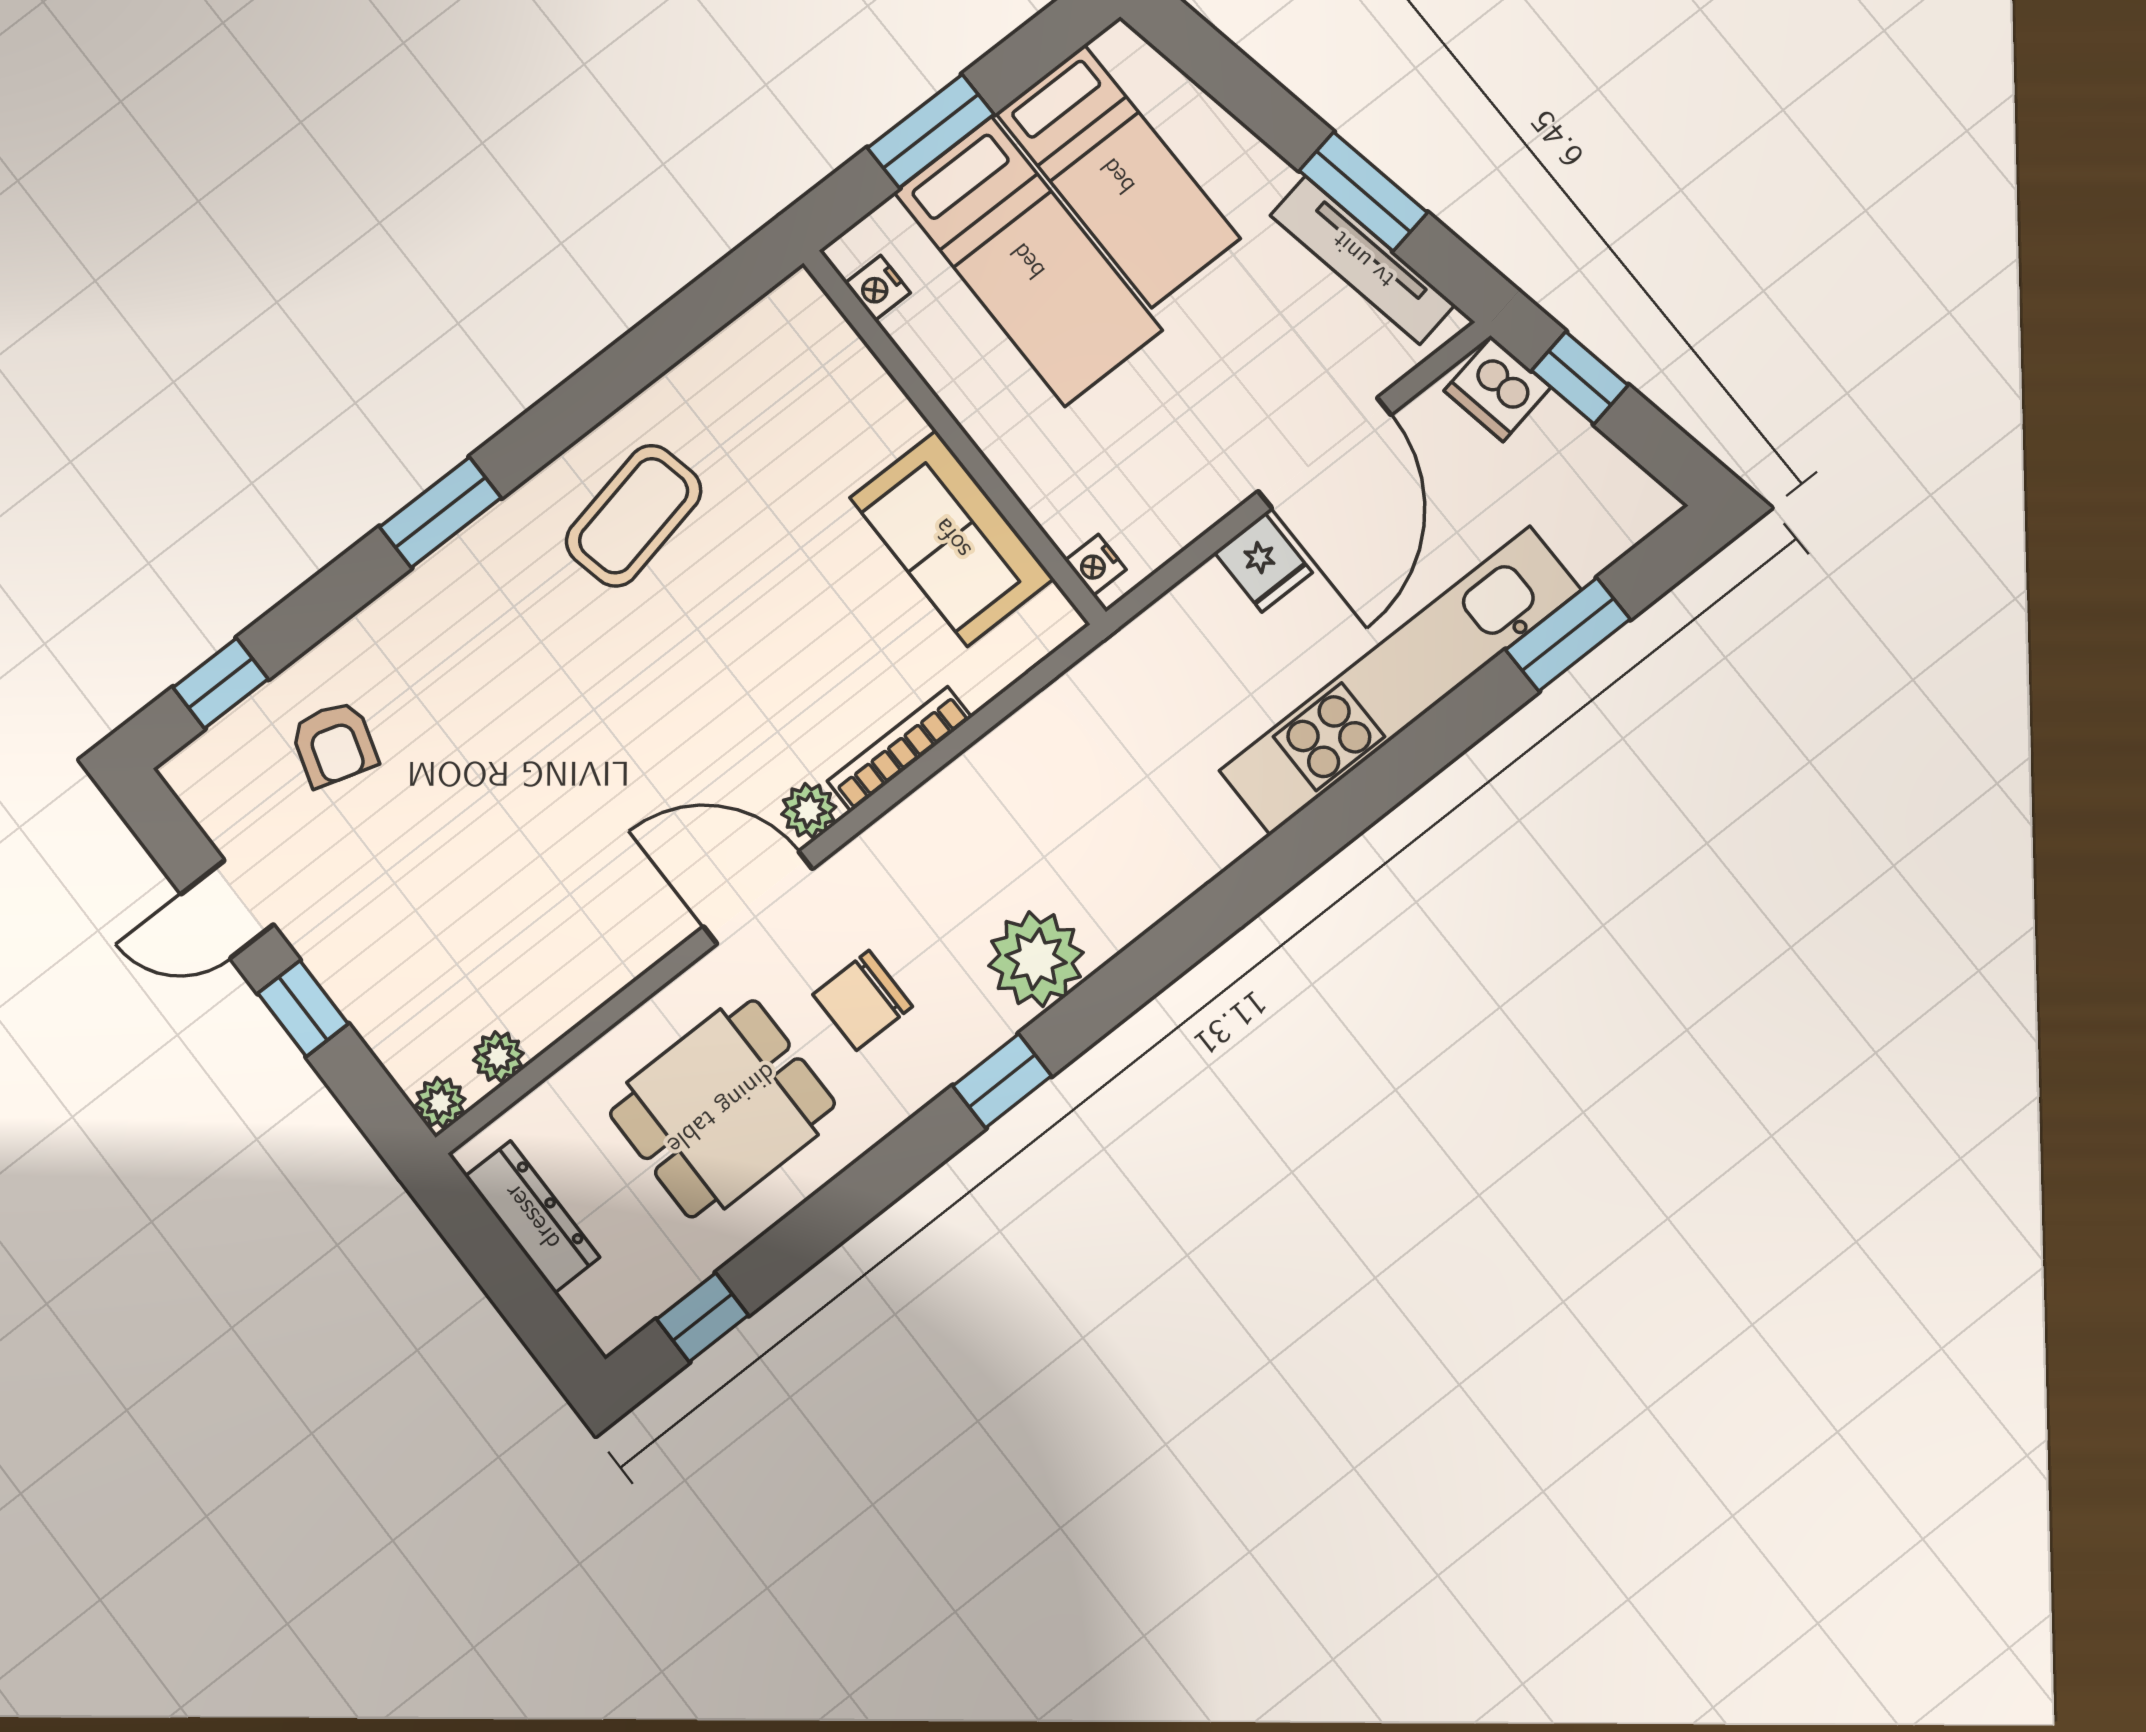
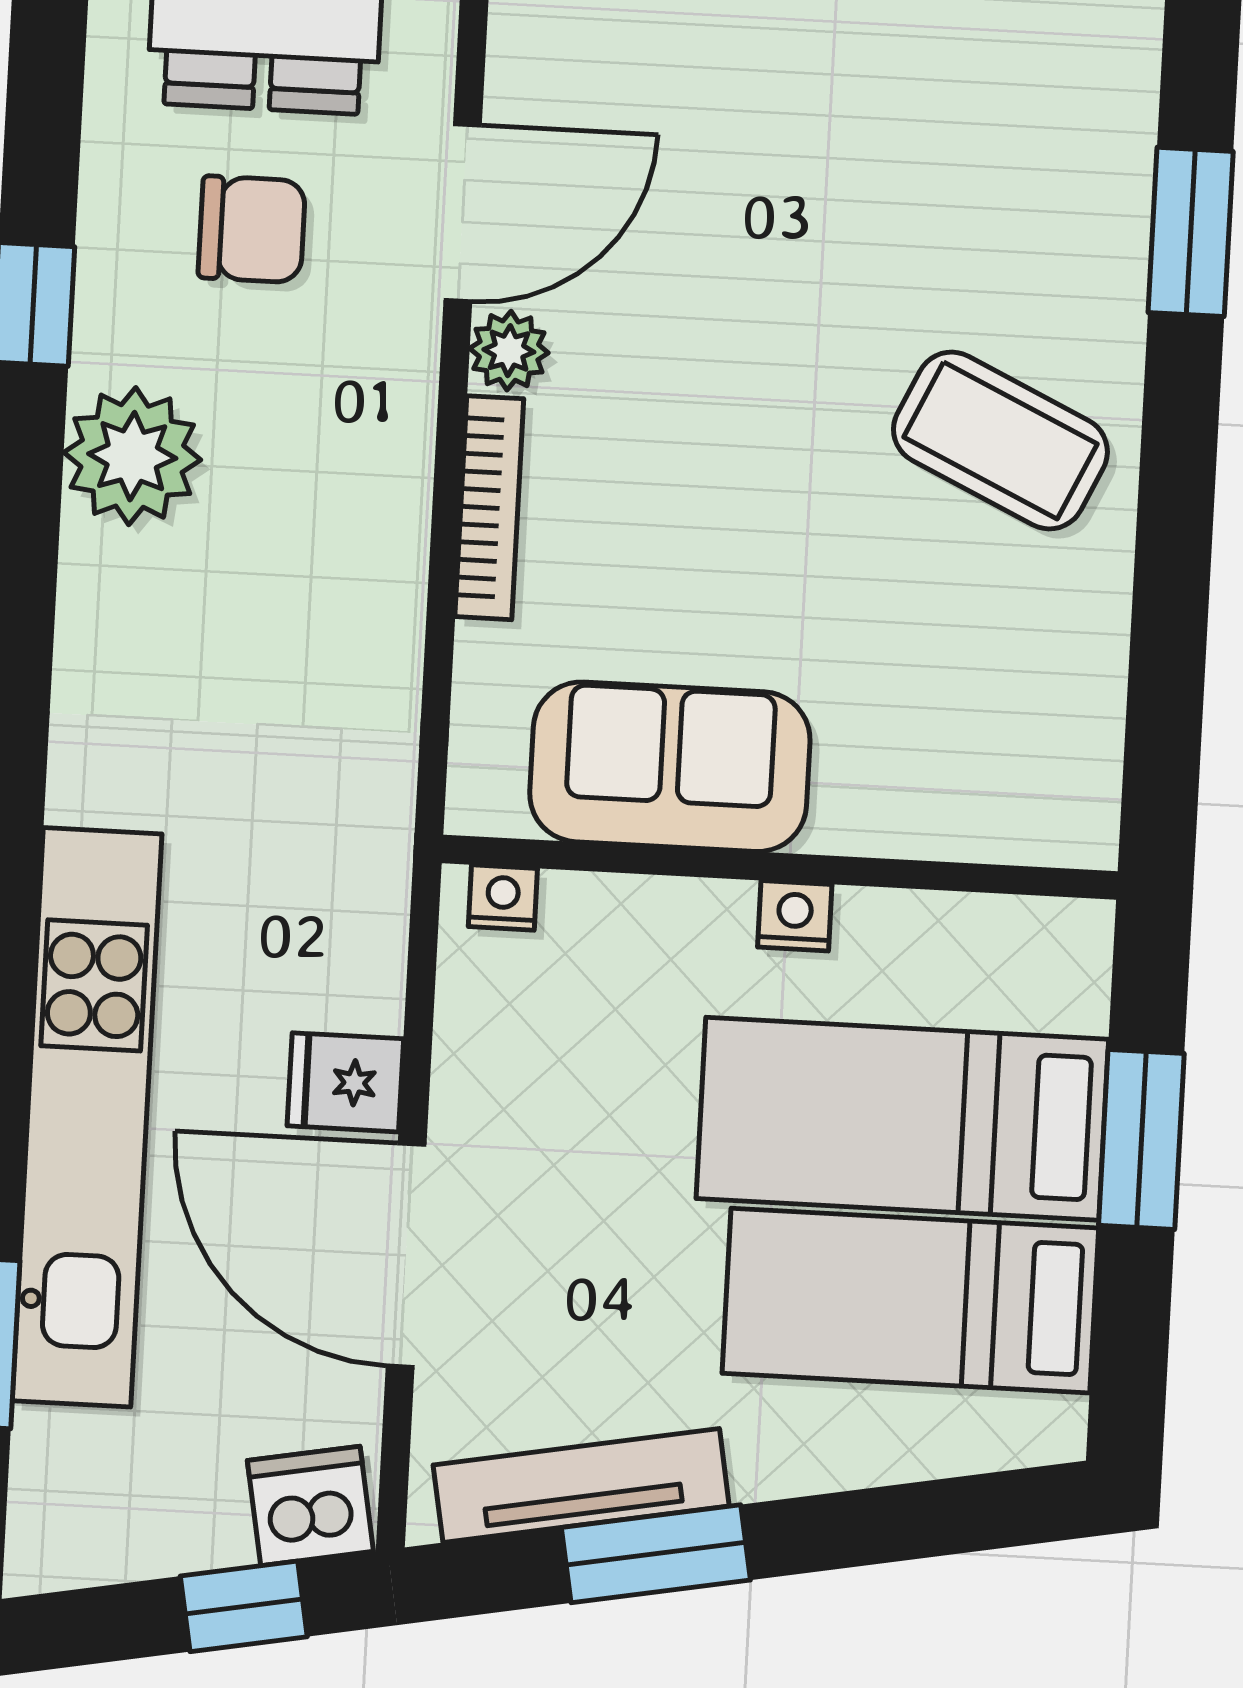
nightstand: (878, 288) -> (795, 916), moved
coffee table: (634, 516) -> (1000, 440), turned -53
chair: (863, 1000) -> (252, 229), turned 90

